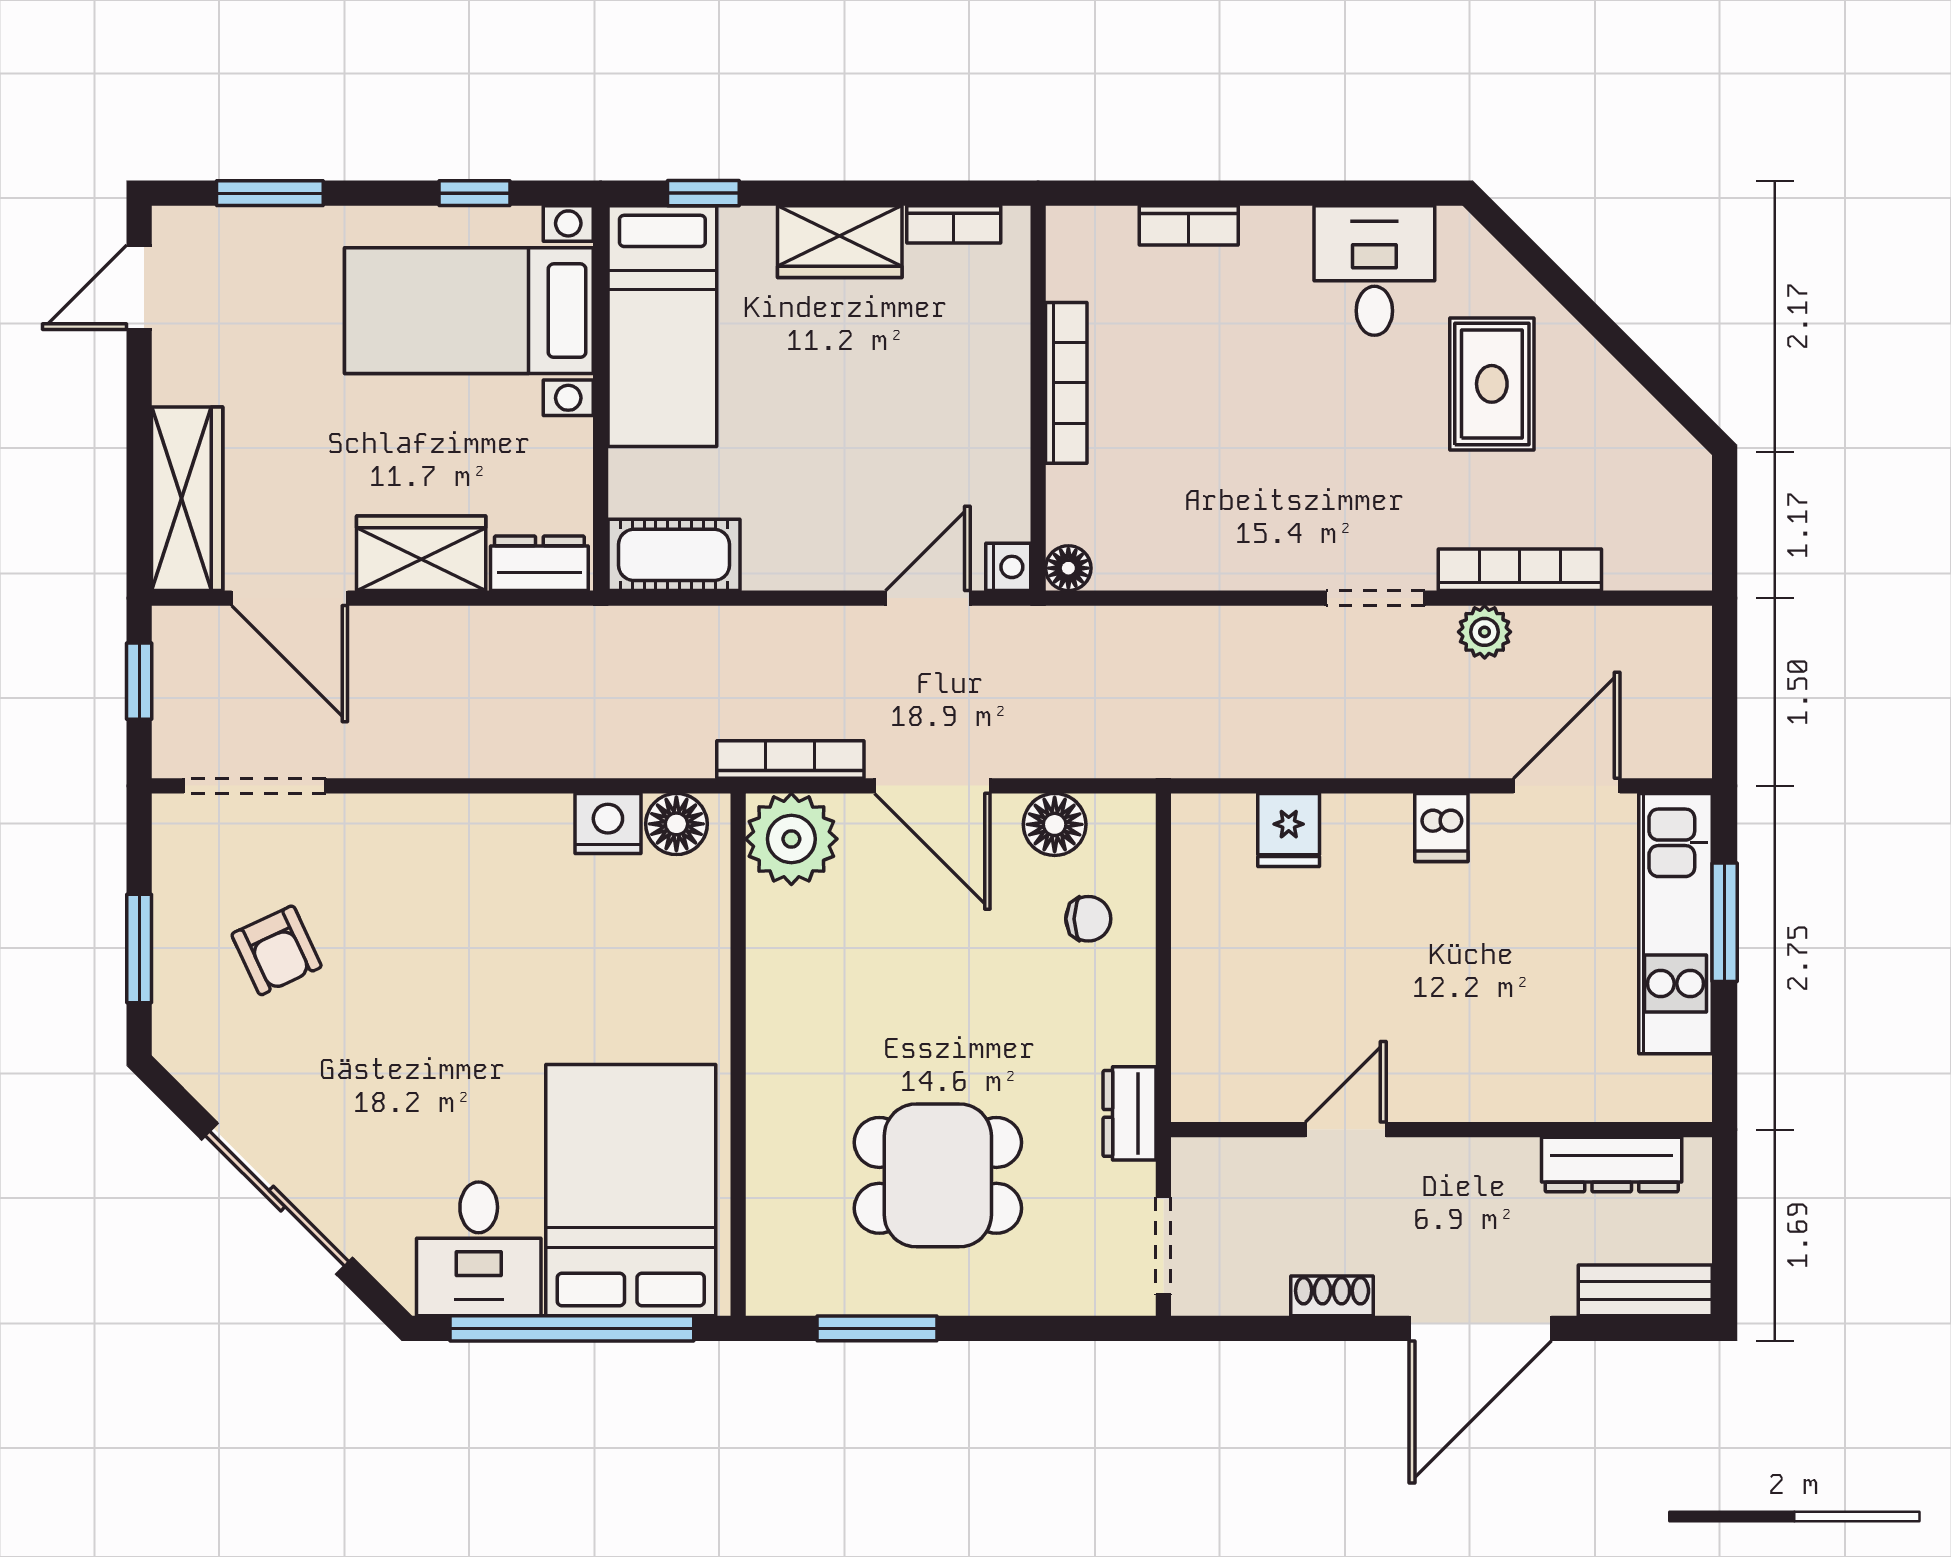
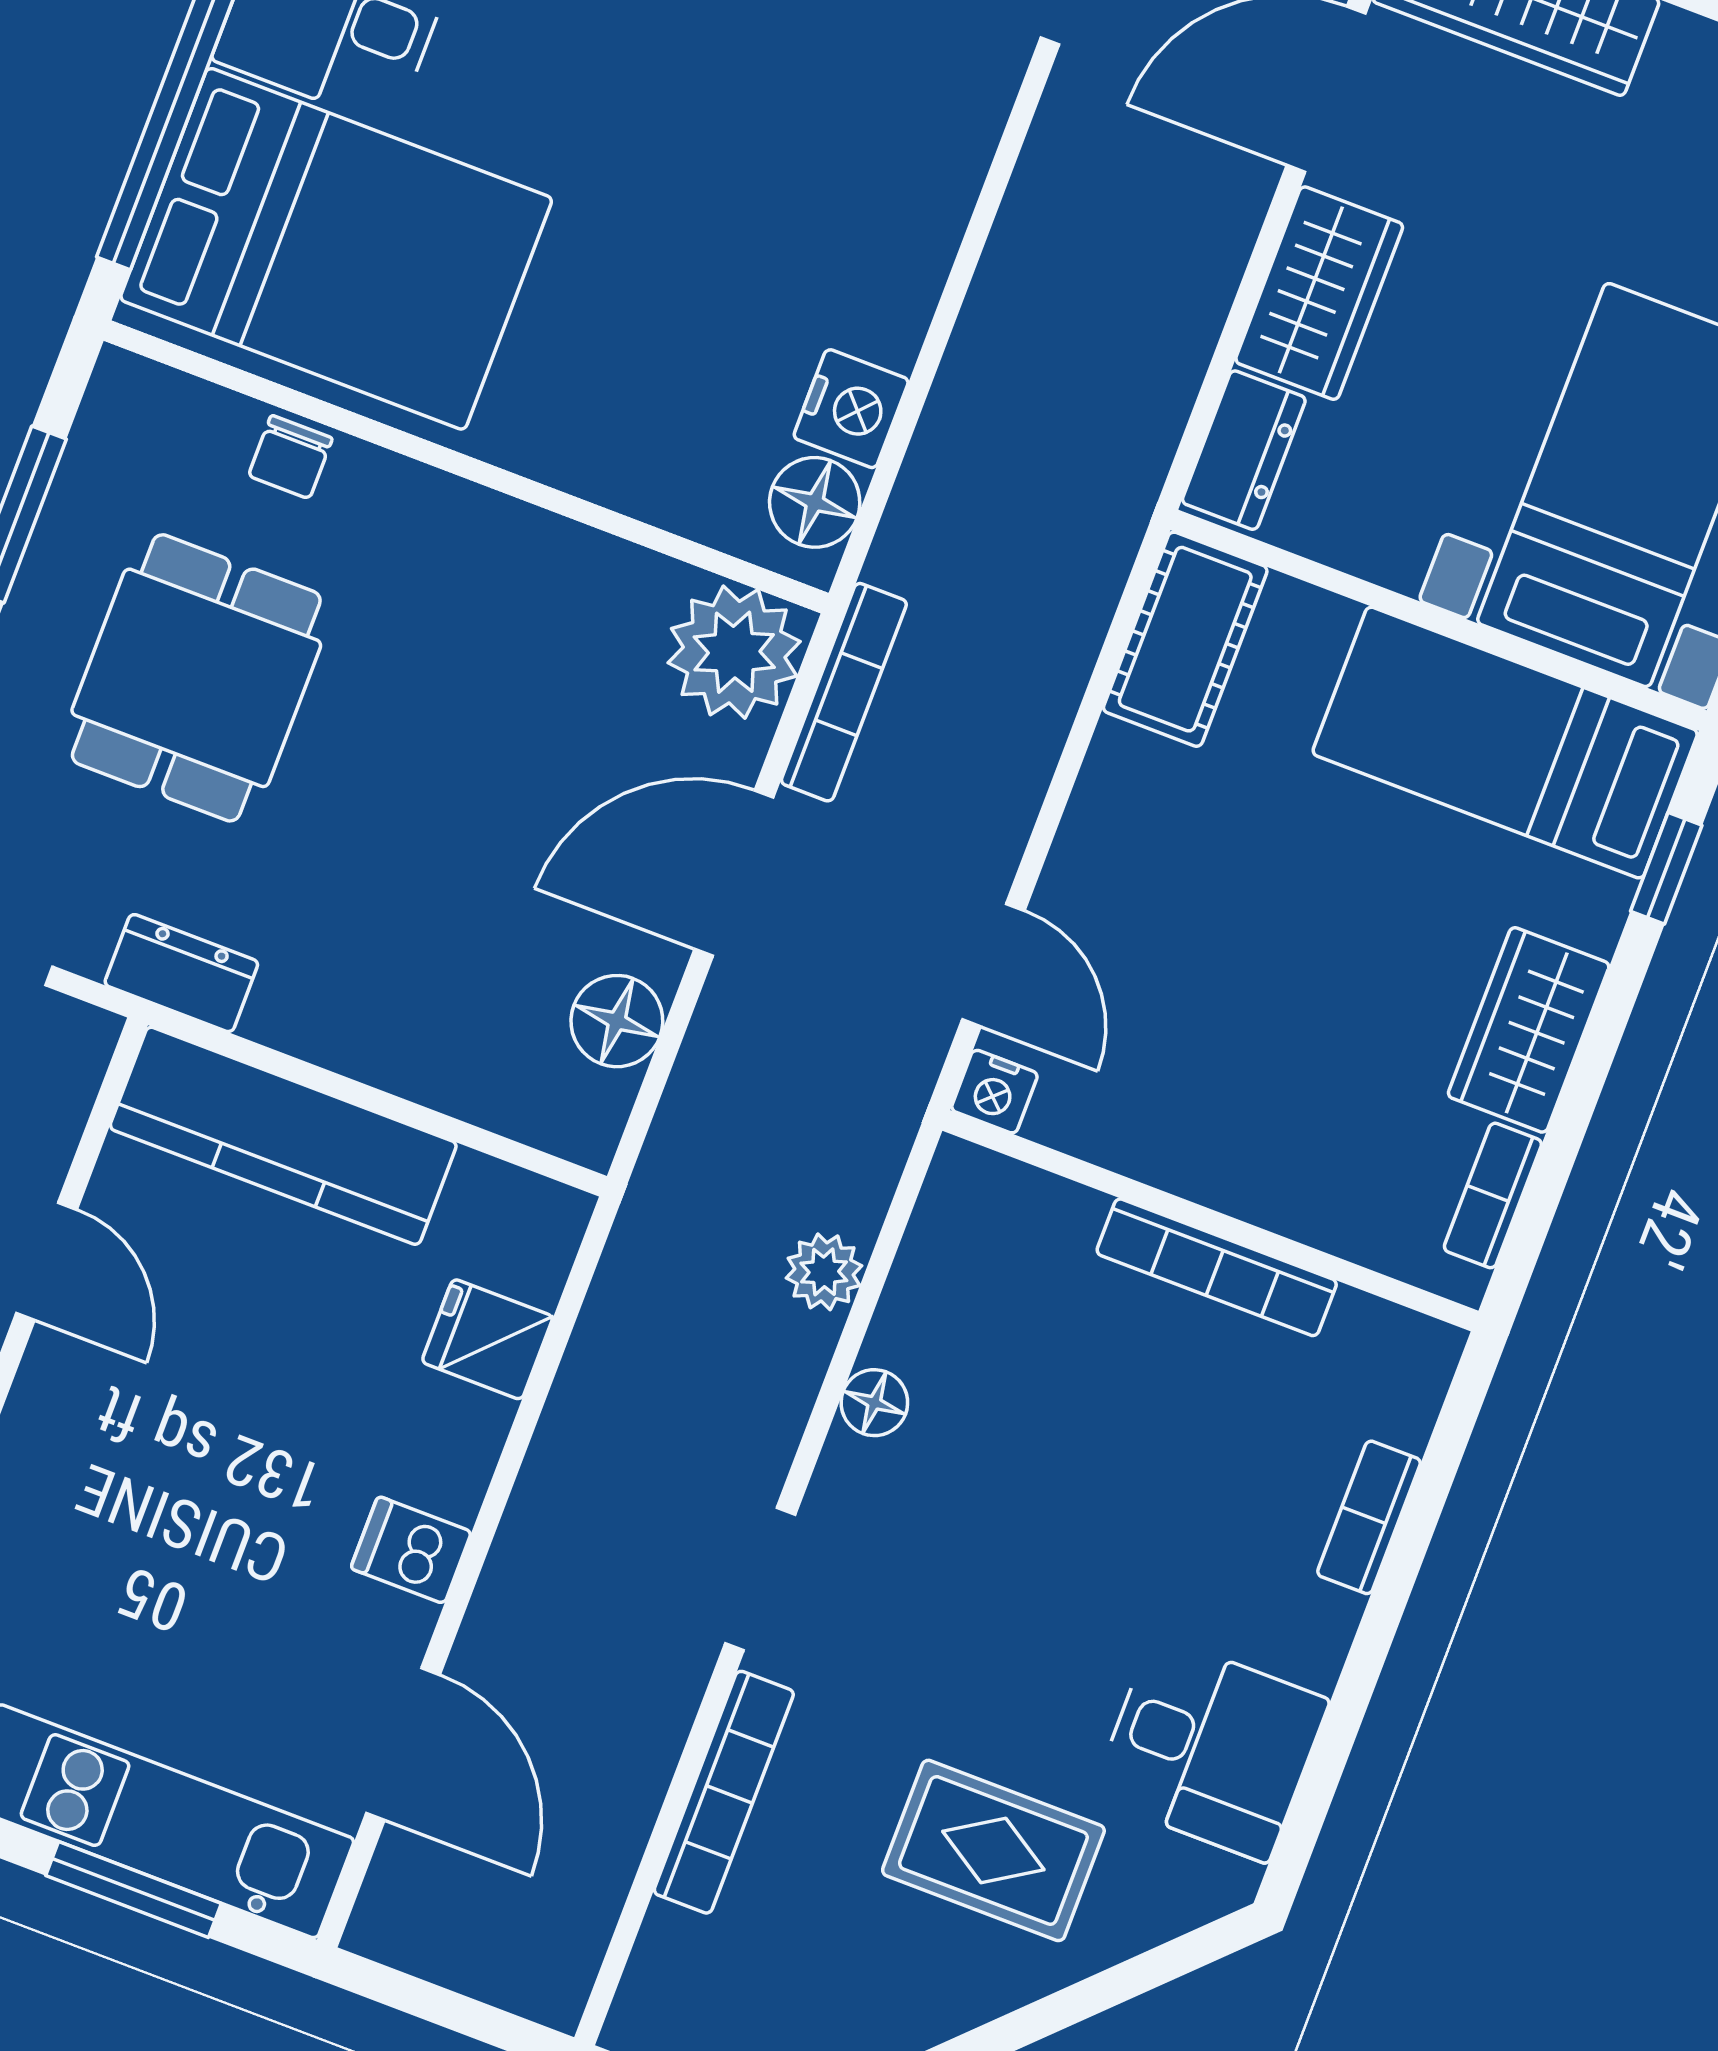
floor lamp: (1068, 568) -> (874, 1403), moved
plant: (1485, 632) -> (824, 1272), moved
chair: (1088, 919) -> (290, 457), moved
kitchen counter: (1208, 1009) -> (283, 1136), added

